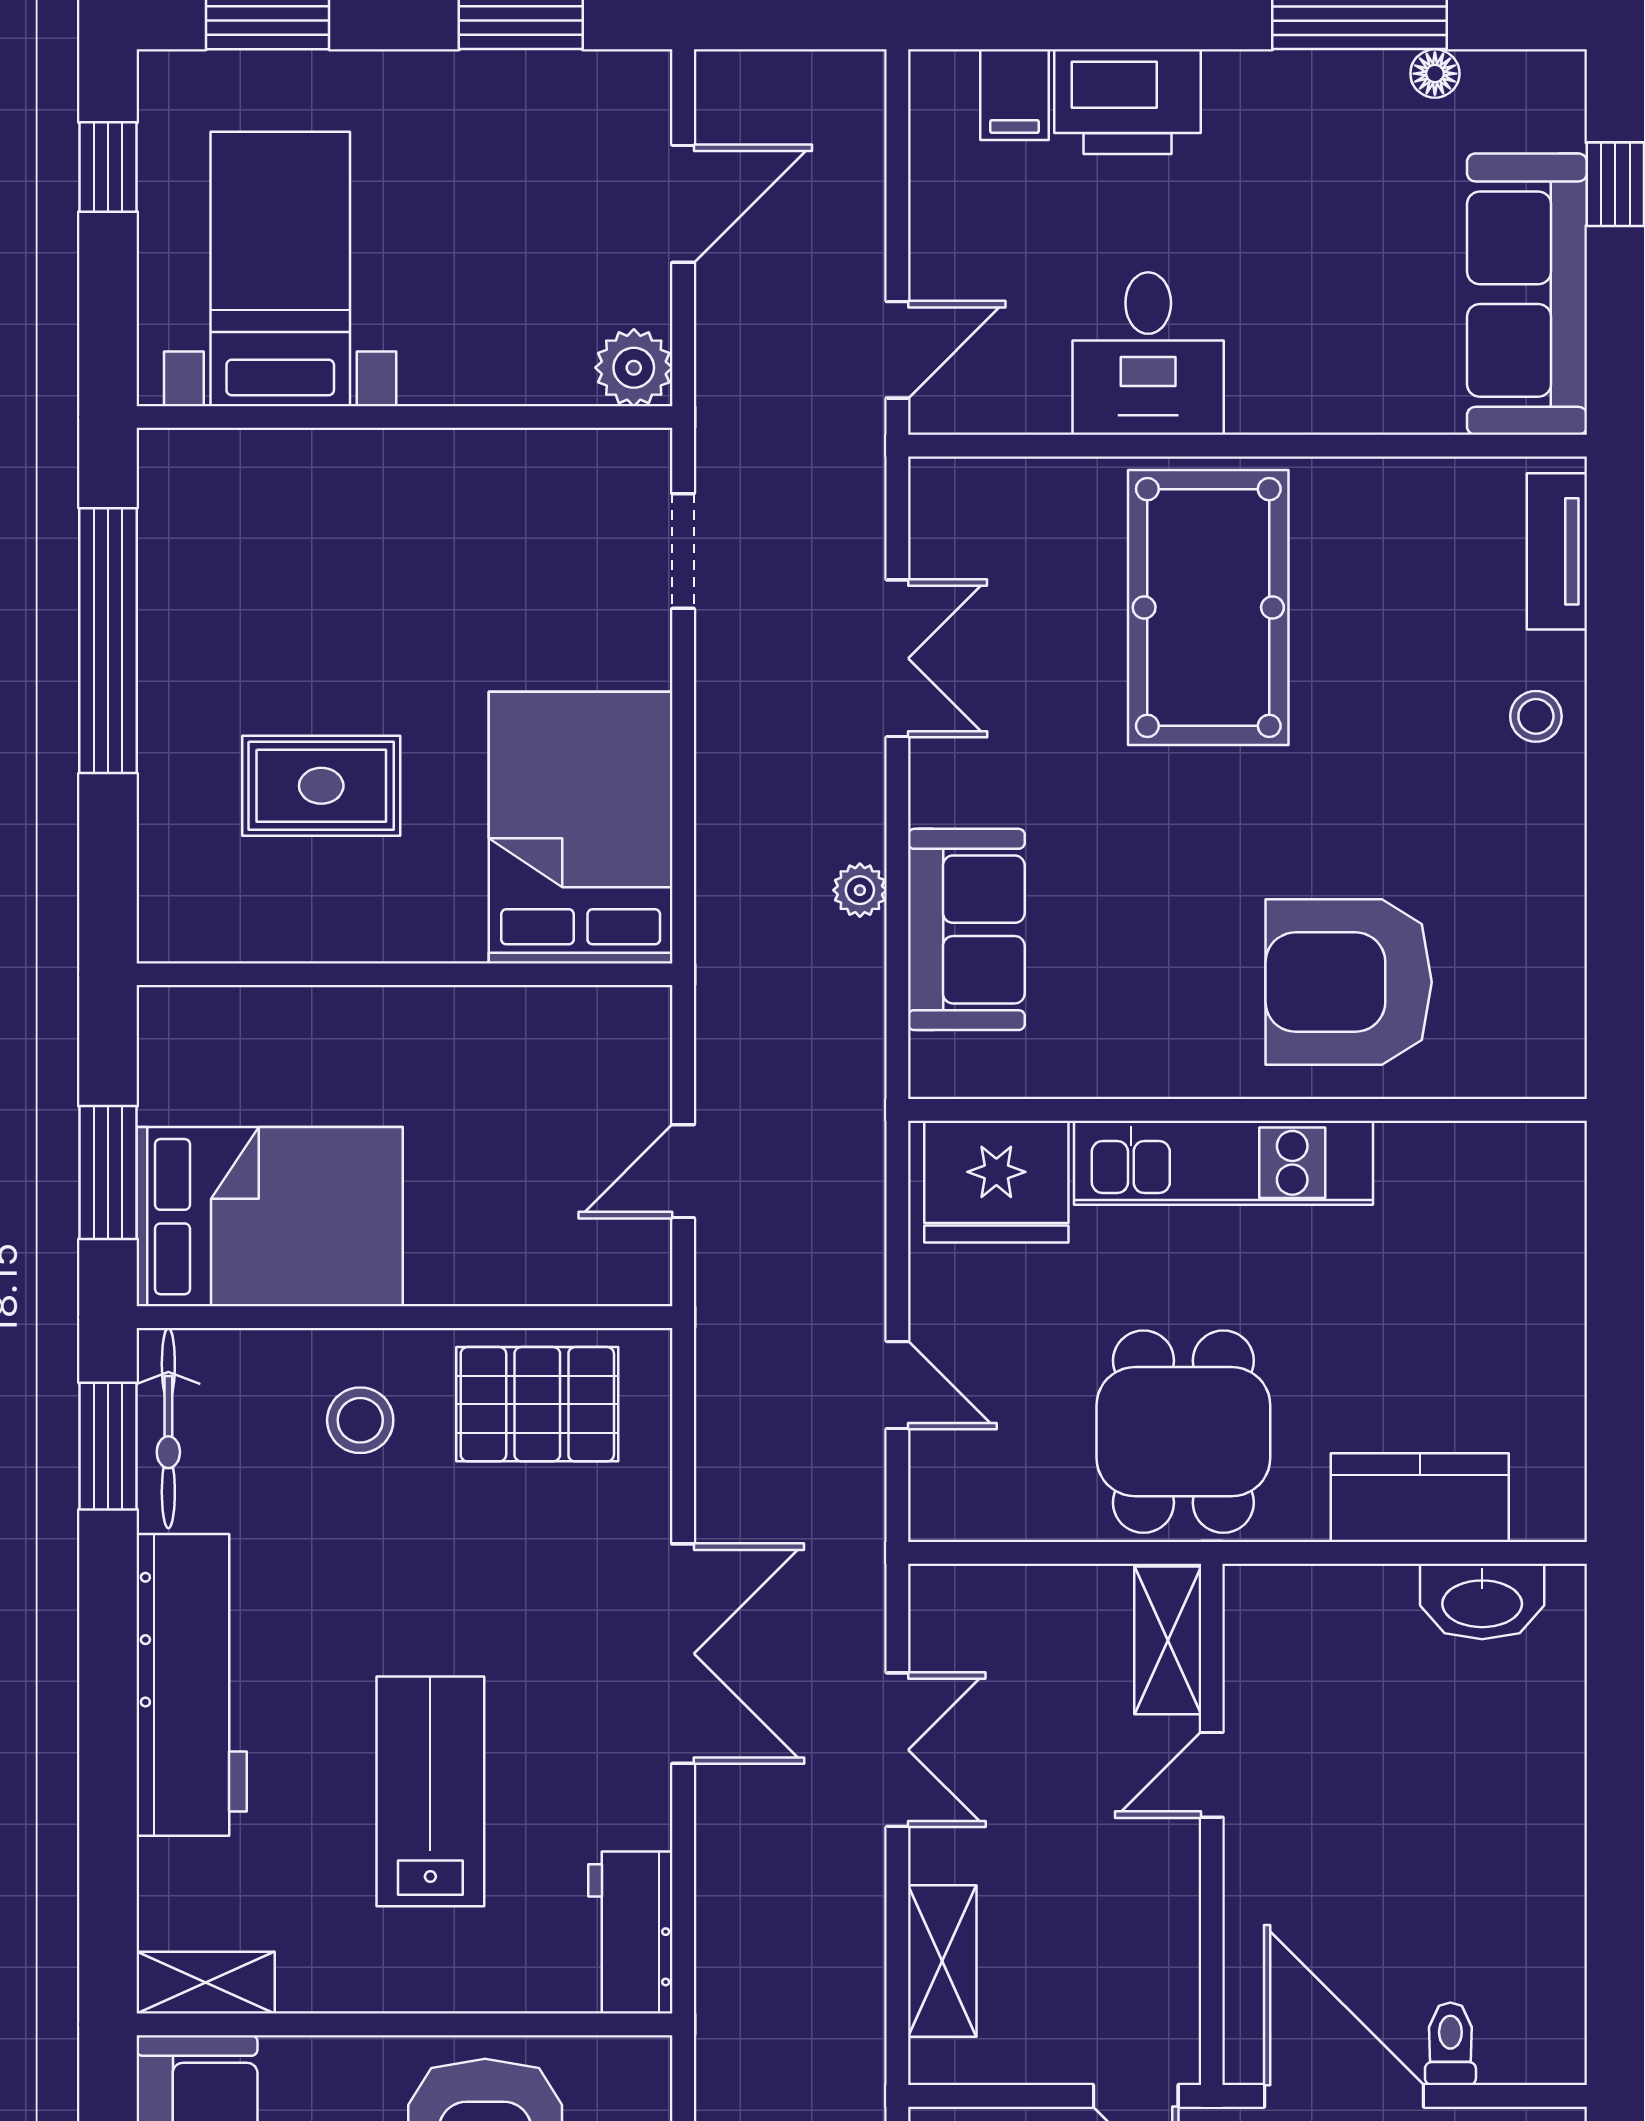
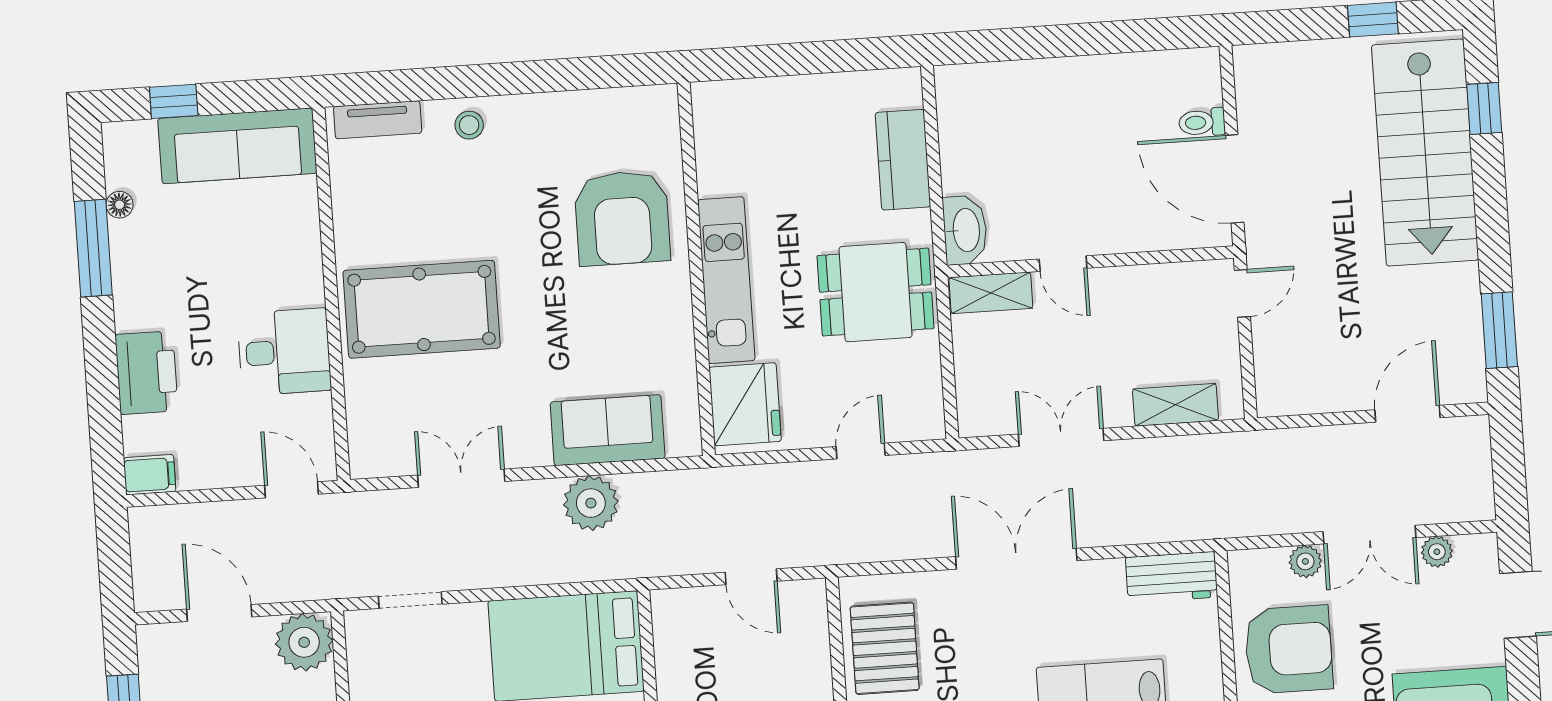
filing cabinet: (1015, 95) -> (150, 475), moved
plant: (634, 368) -> (304, 642), width x1.36, depth x1.36
plant: (860, 890) -> (591, 503), width x1.88, depth x1.88
washbasin: (1482, 1602) -> (965, 230), moved
door: (1344, 2096) -> (1235, 179), hinge flipped

